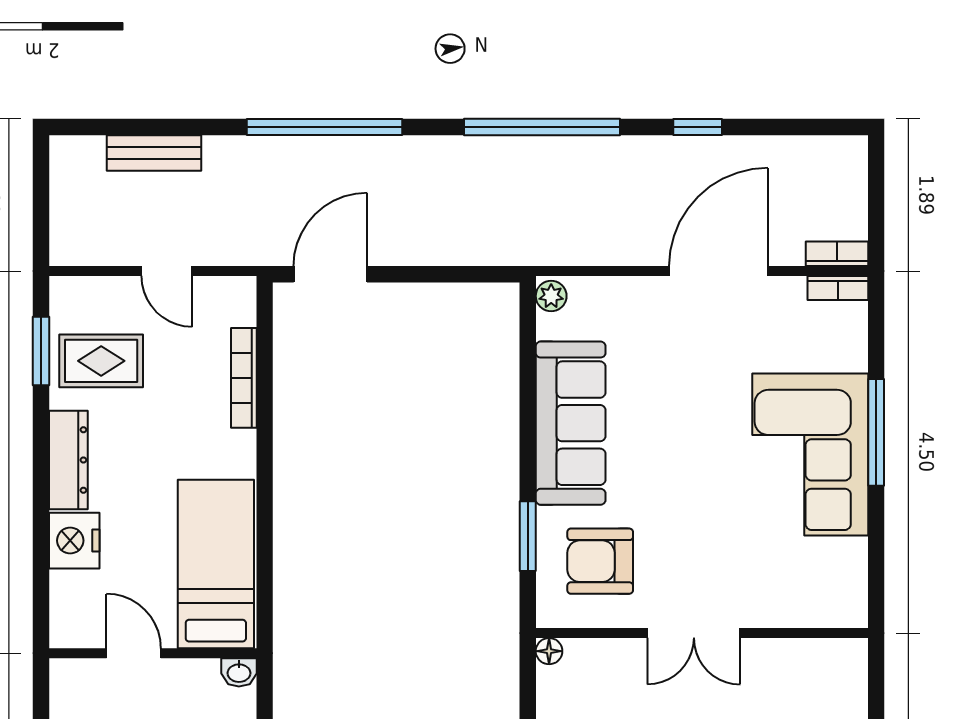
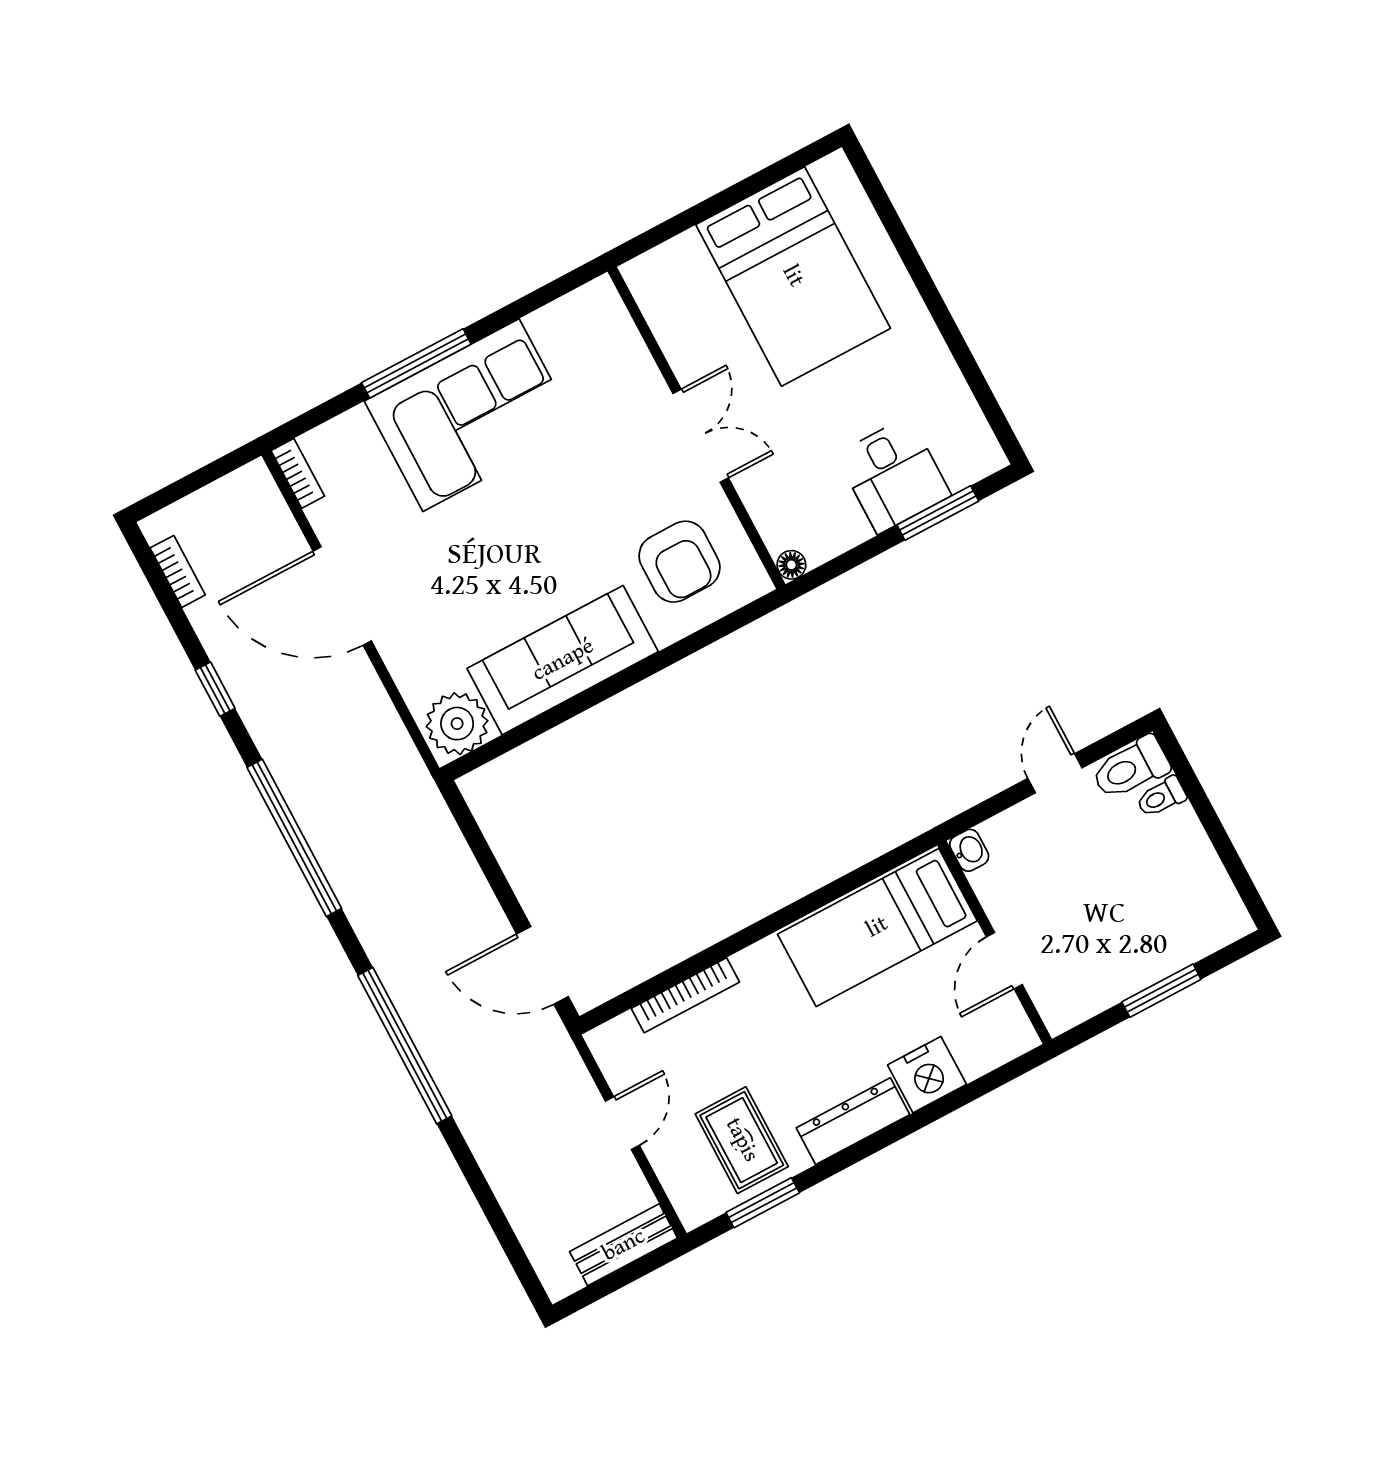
bench: (154, 153) -> (624, 1245), moved, turned 90
bookcase: (837, 254) -> (178, 571), moved, turned 180
plant: (551, 296) -> (457, 724), width x1.88, depth x1.88
window: (528, 536) -> (692, 644), removed

